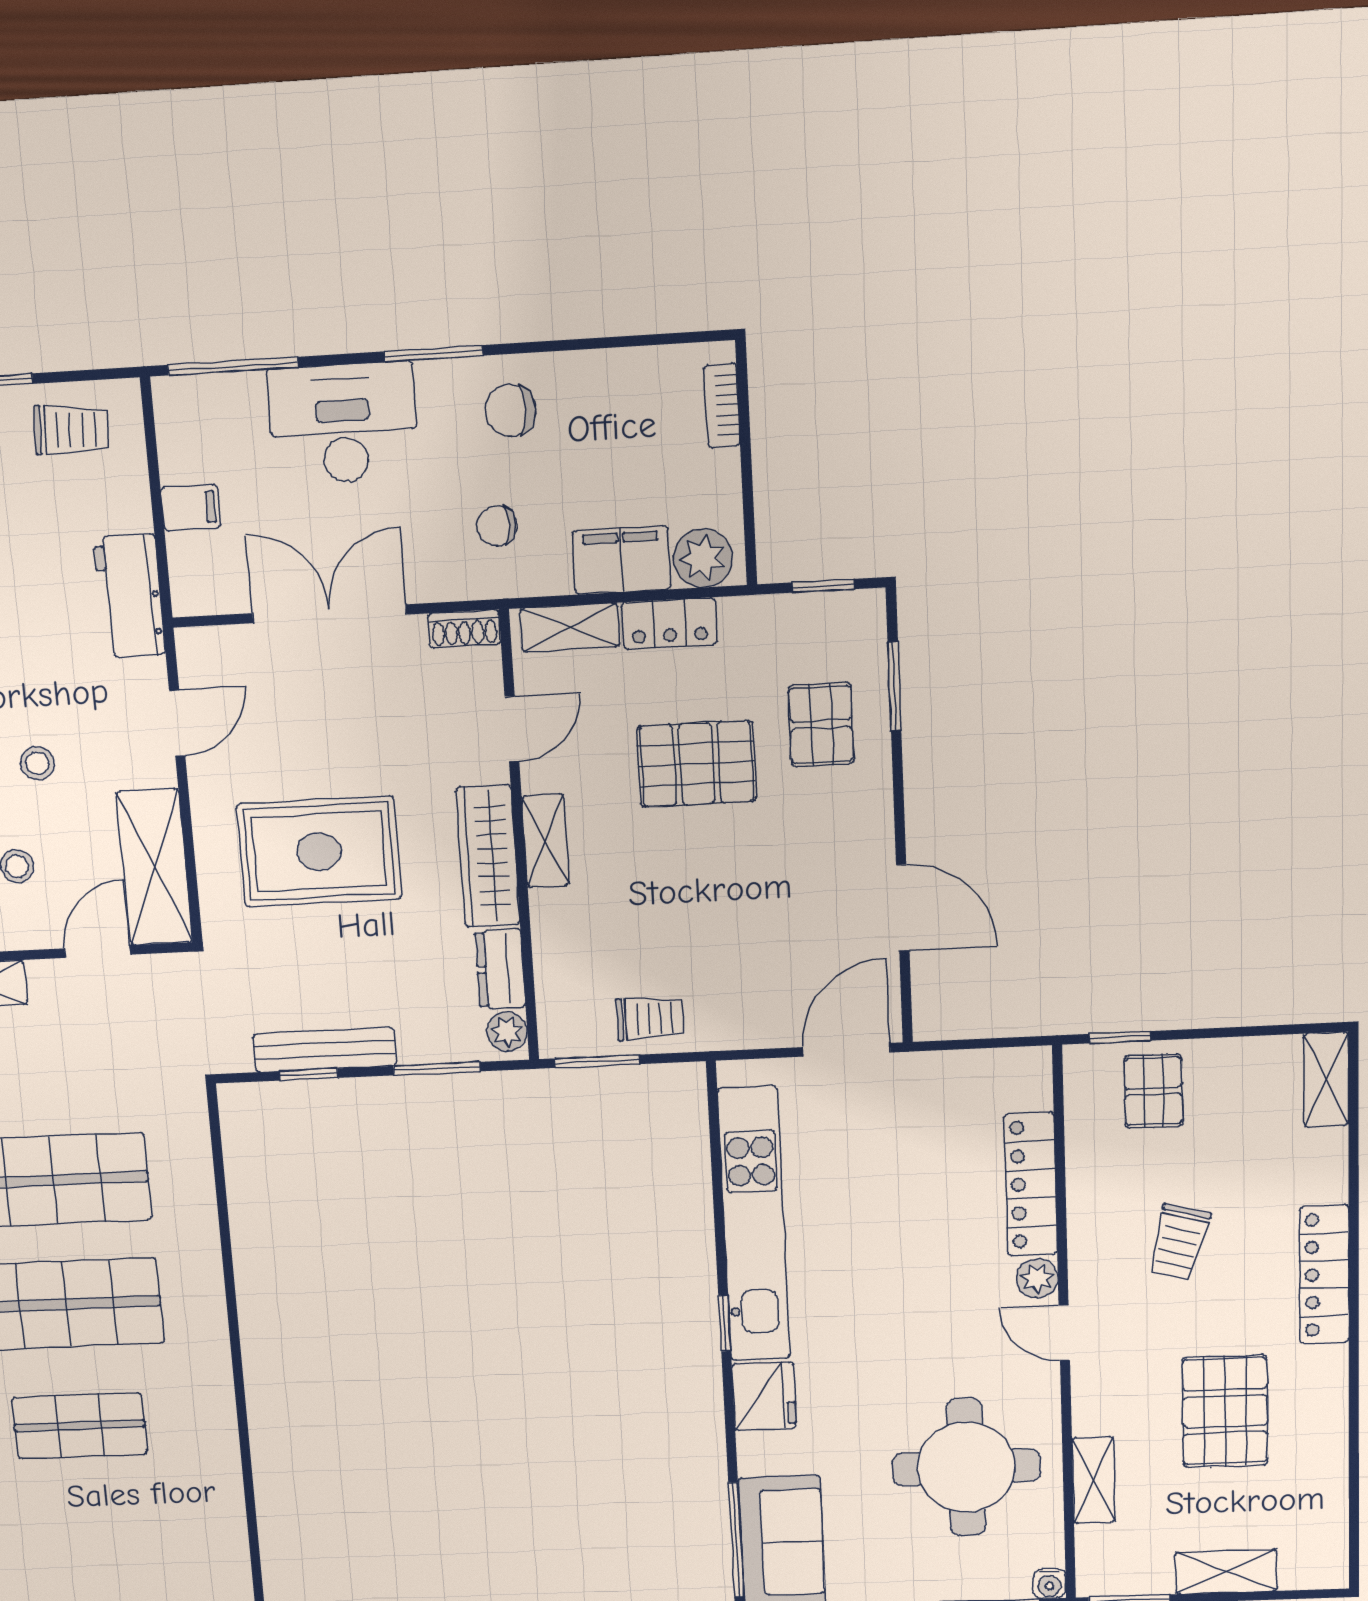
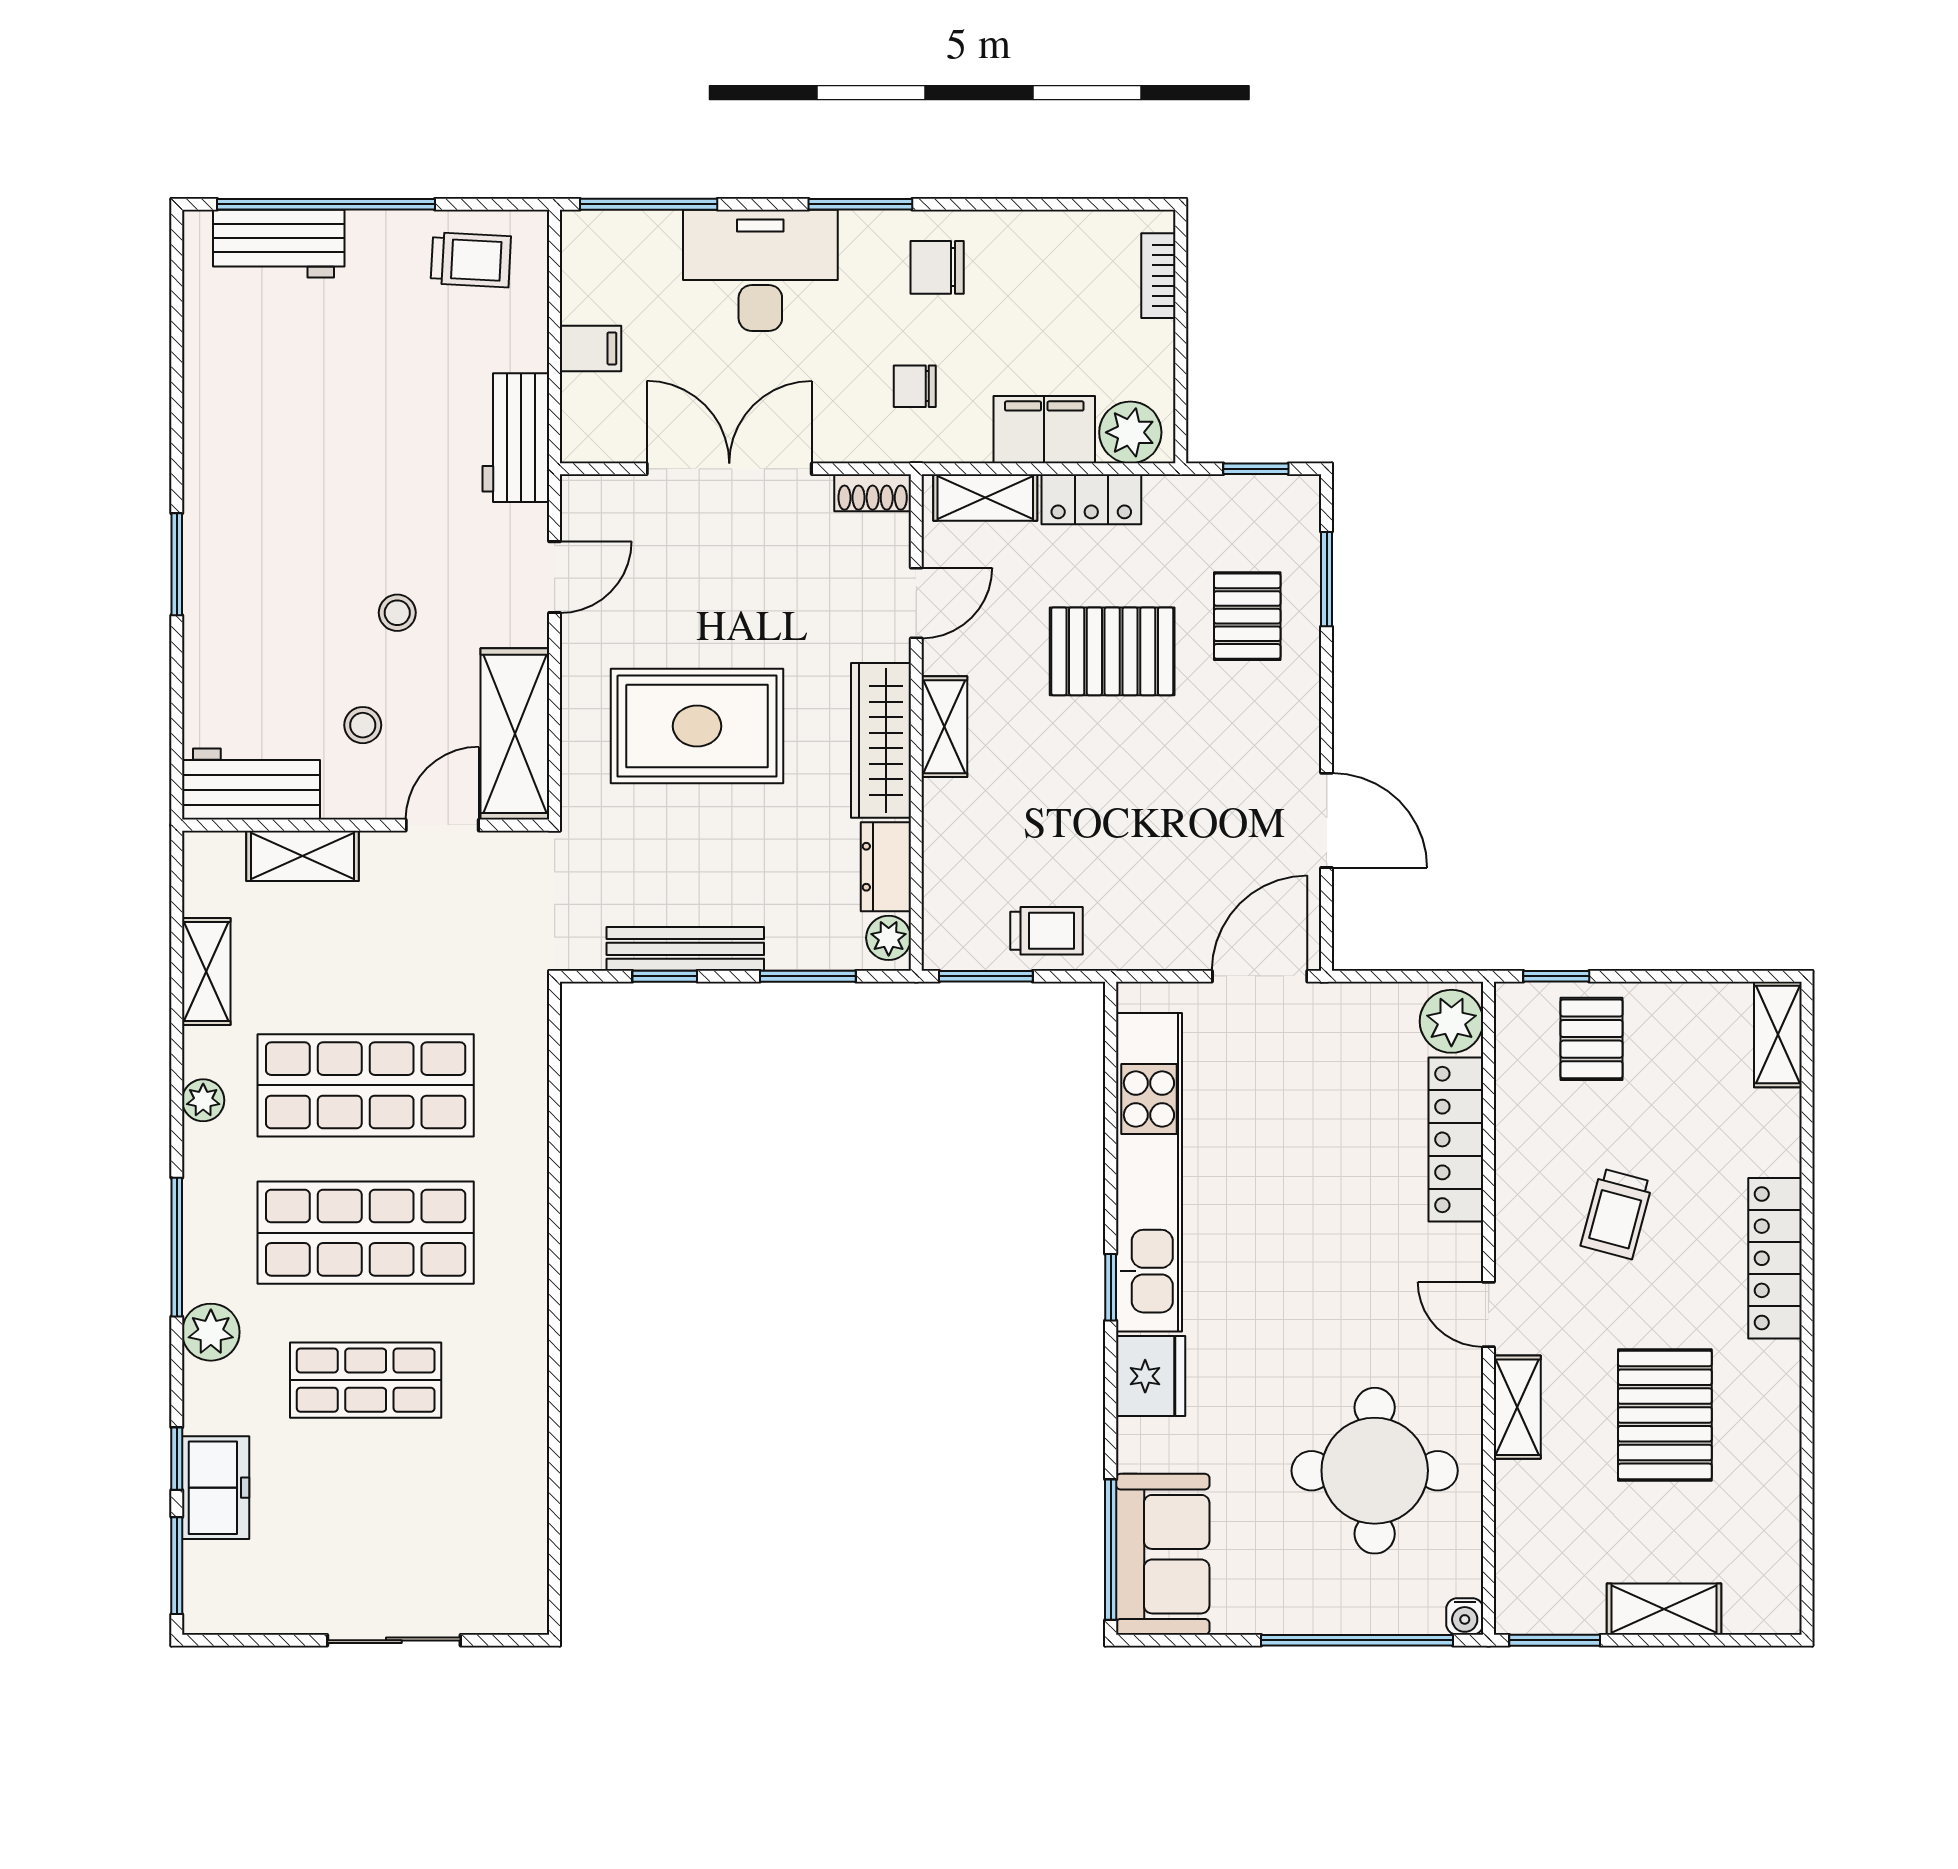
plant: (1037, 1278) -> (1451, 1021), moved, width x1.38, depth x1.38
shelving: (1094, 1480) -> (1517, 1407), moved

